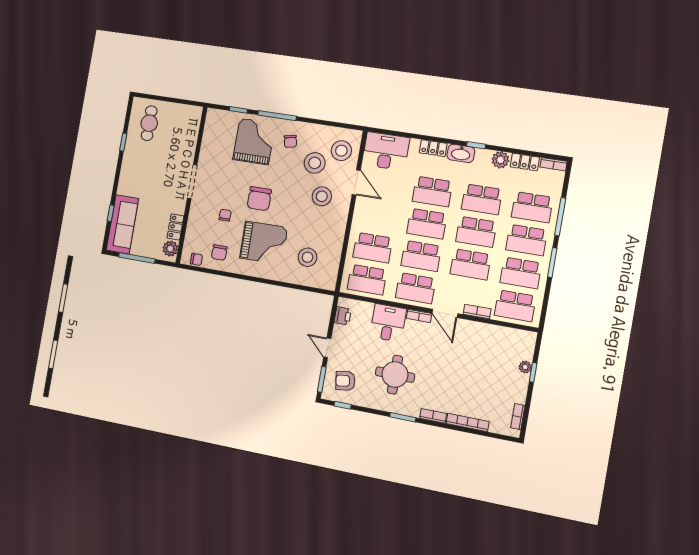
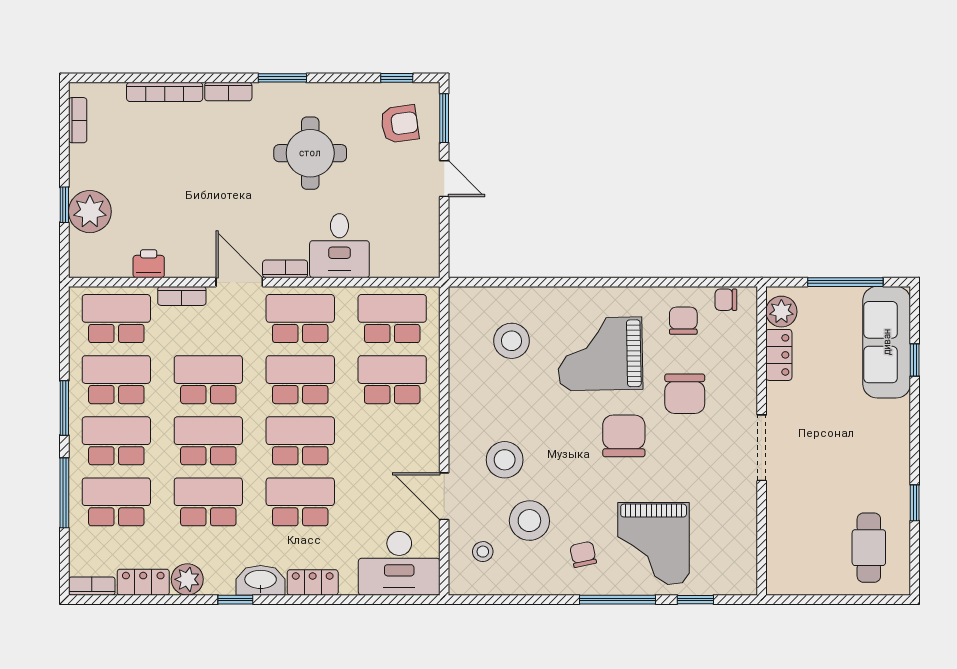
stool: (341, 151) -> (483, 552), width x0.53, depth x0.53
chair: (225, 215) -> (685, 394), width x1.87, depth x1.87
printer: (343, 316) -> (149, 264), moved, turned 90
plant: (525, 367) -> (90, 212), width x1.88, depth x1.88

